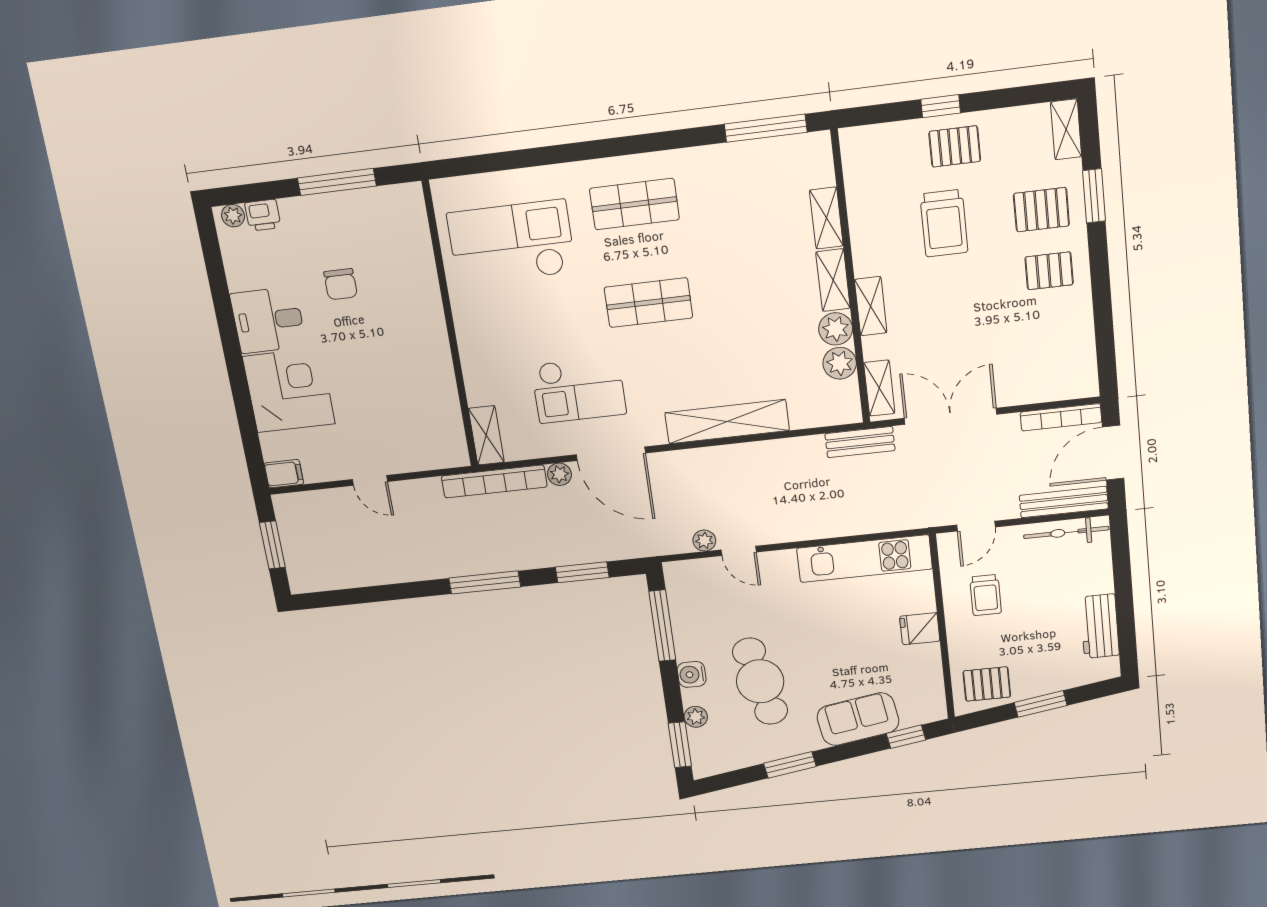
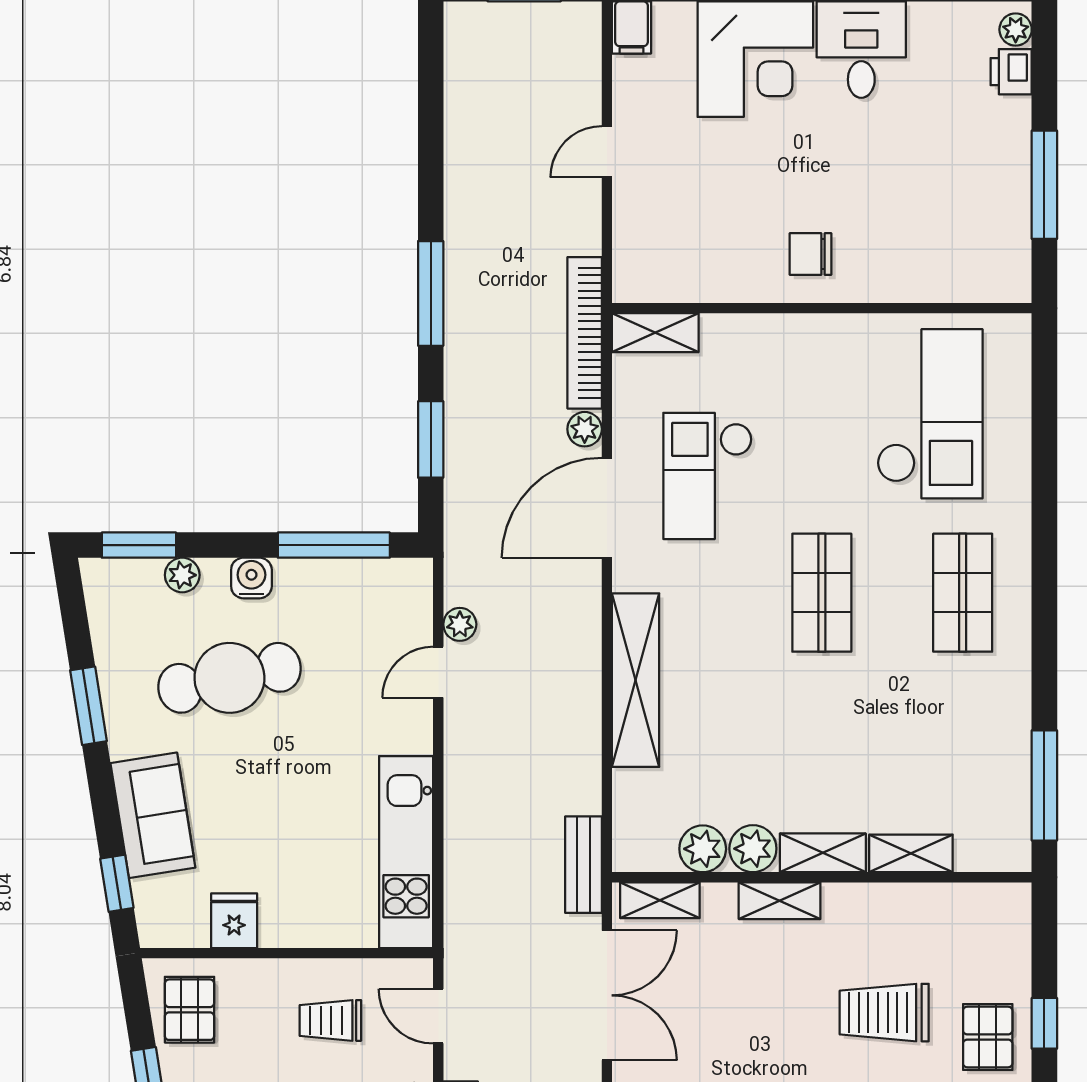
chair: (341, 284) -> (811, 254), moved
fridge: (920, 629) -> (234, 921), moved

